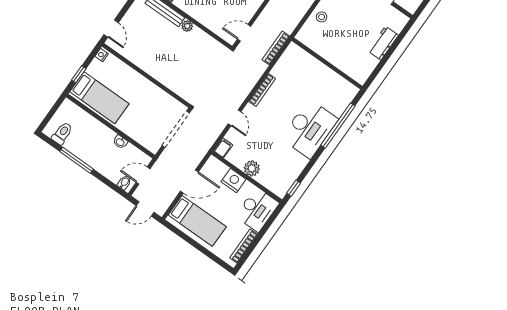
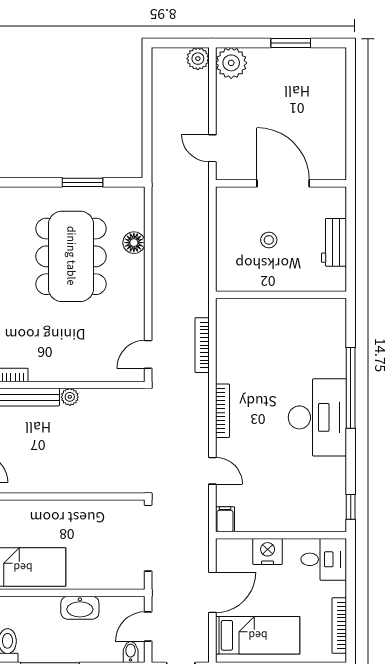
stool: (322, 17) -> (269, 240), moved
wall: (327, 63) -> (281, 295), moved
washbasin: (120, 142) -> (80, 608), width x1.91, depth x1.45
plant: (252, 168) -> (280, 520), removed
desk: (257, 210) -> (324, 559), width x0.73

